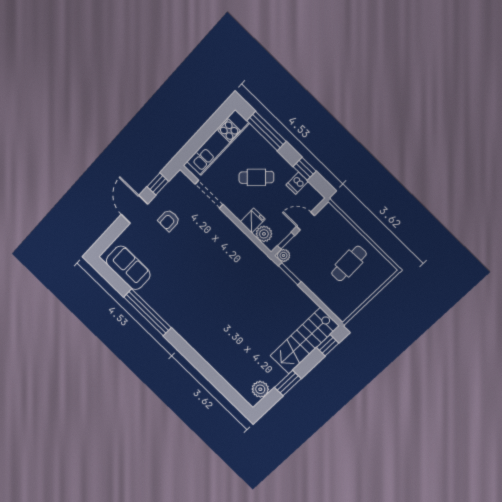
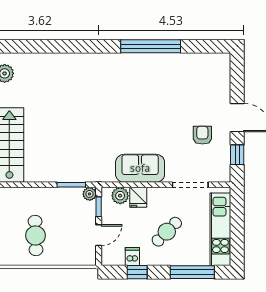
sofa: (128, 268) -> (140, 168), moved, turned 180

